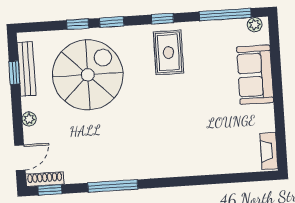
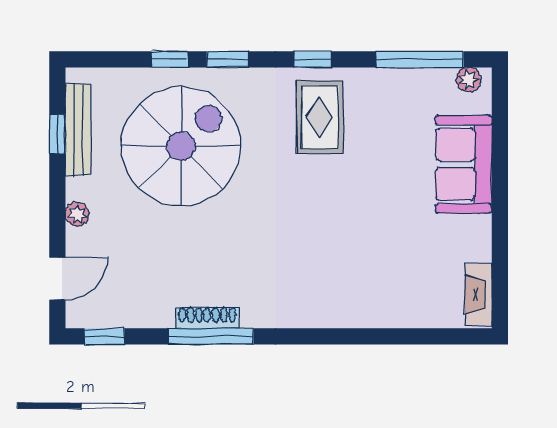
shoe rack: (45, 179) -> (207, 318), moved

